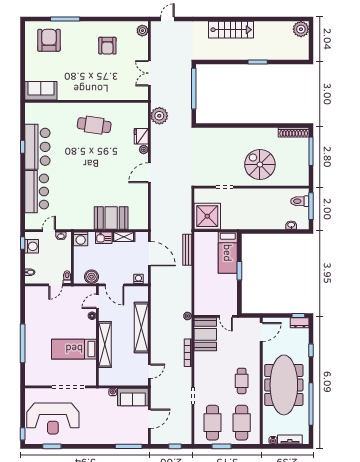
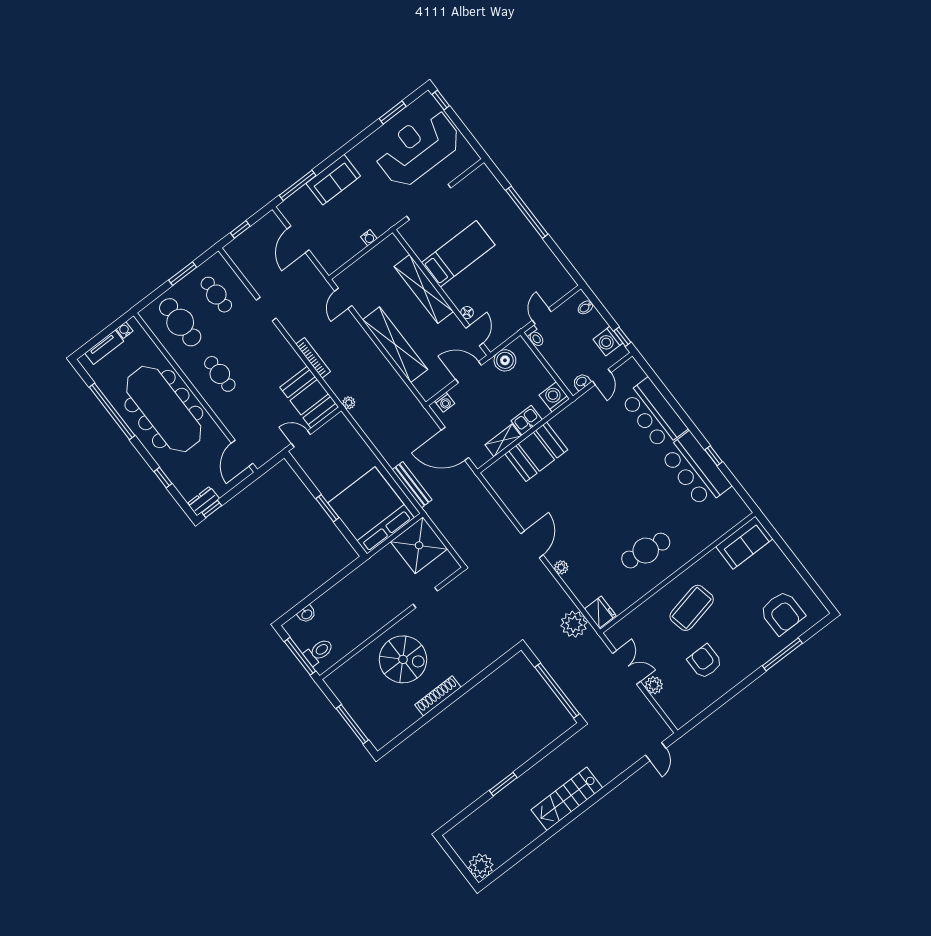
plant: (142, 31) -> (654, 685), moved
coffee table: (93, 78) -> (692, 608), added
shoe rack: (294, 132) -> (438, 696), moved
fridge: (141, 136) -> (600, 612), moved
bed: (228, 253) -> (371, 510), width x2.04
sofa: (133, 397) -> (333, 180), moved, turned 180
cafe table: (212, 423) -> (216, 295), width x0.73, depth x0.74

